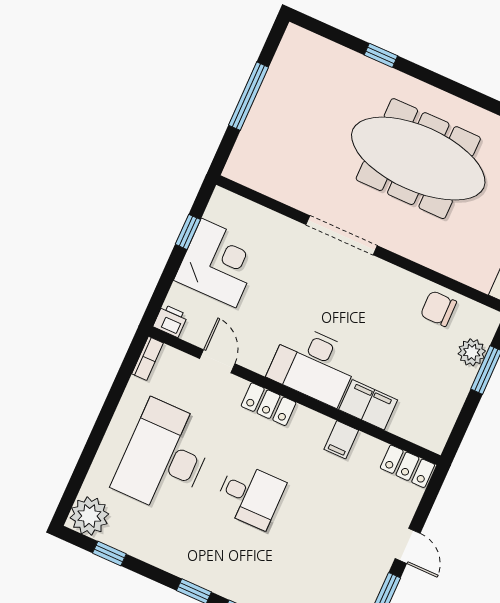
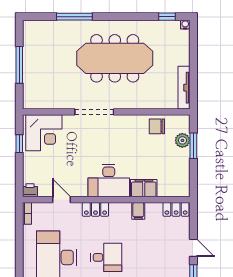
window: (381, 55) -> (74, 17), width x2.17
corner desk: (219, 263) -> (44, 133), moved, turned 90

